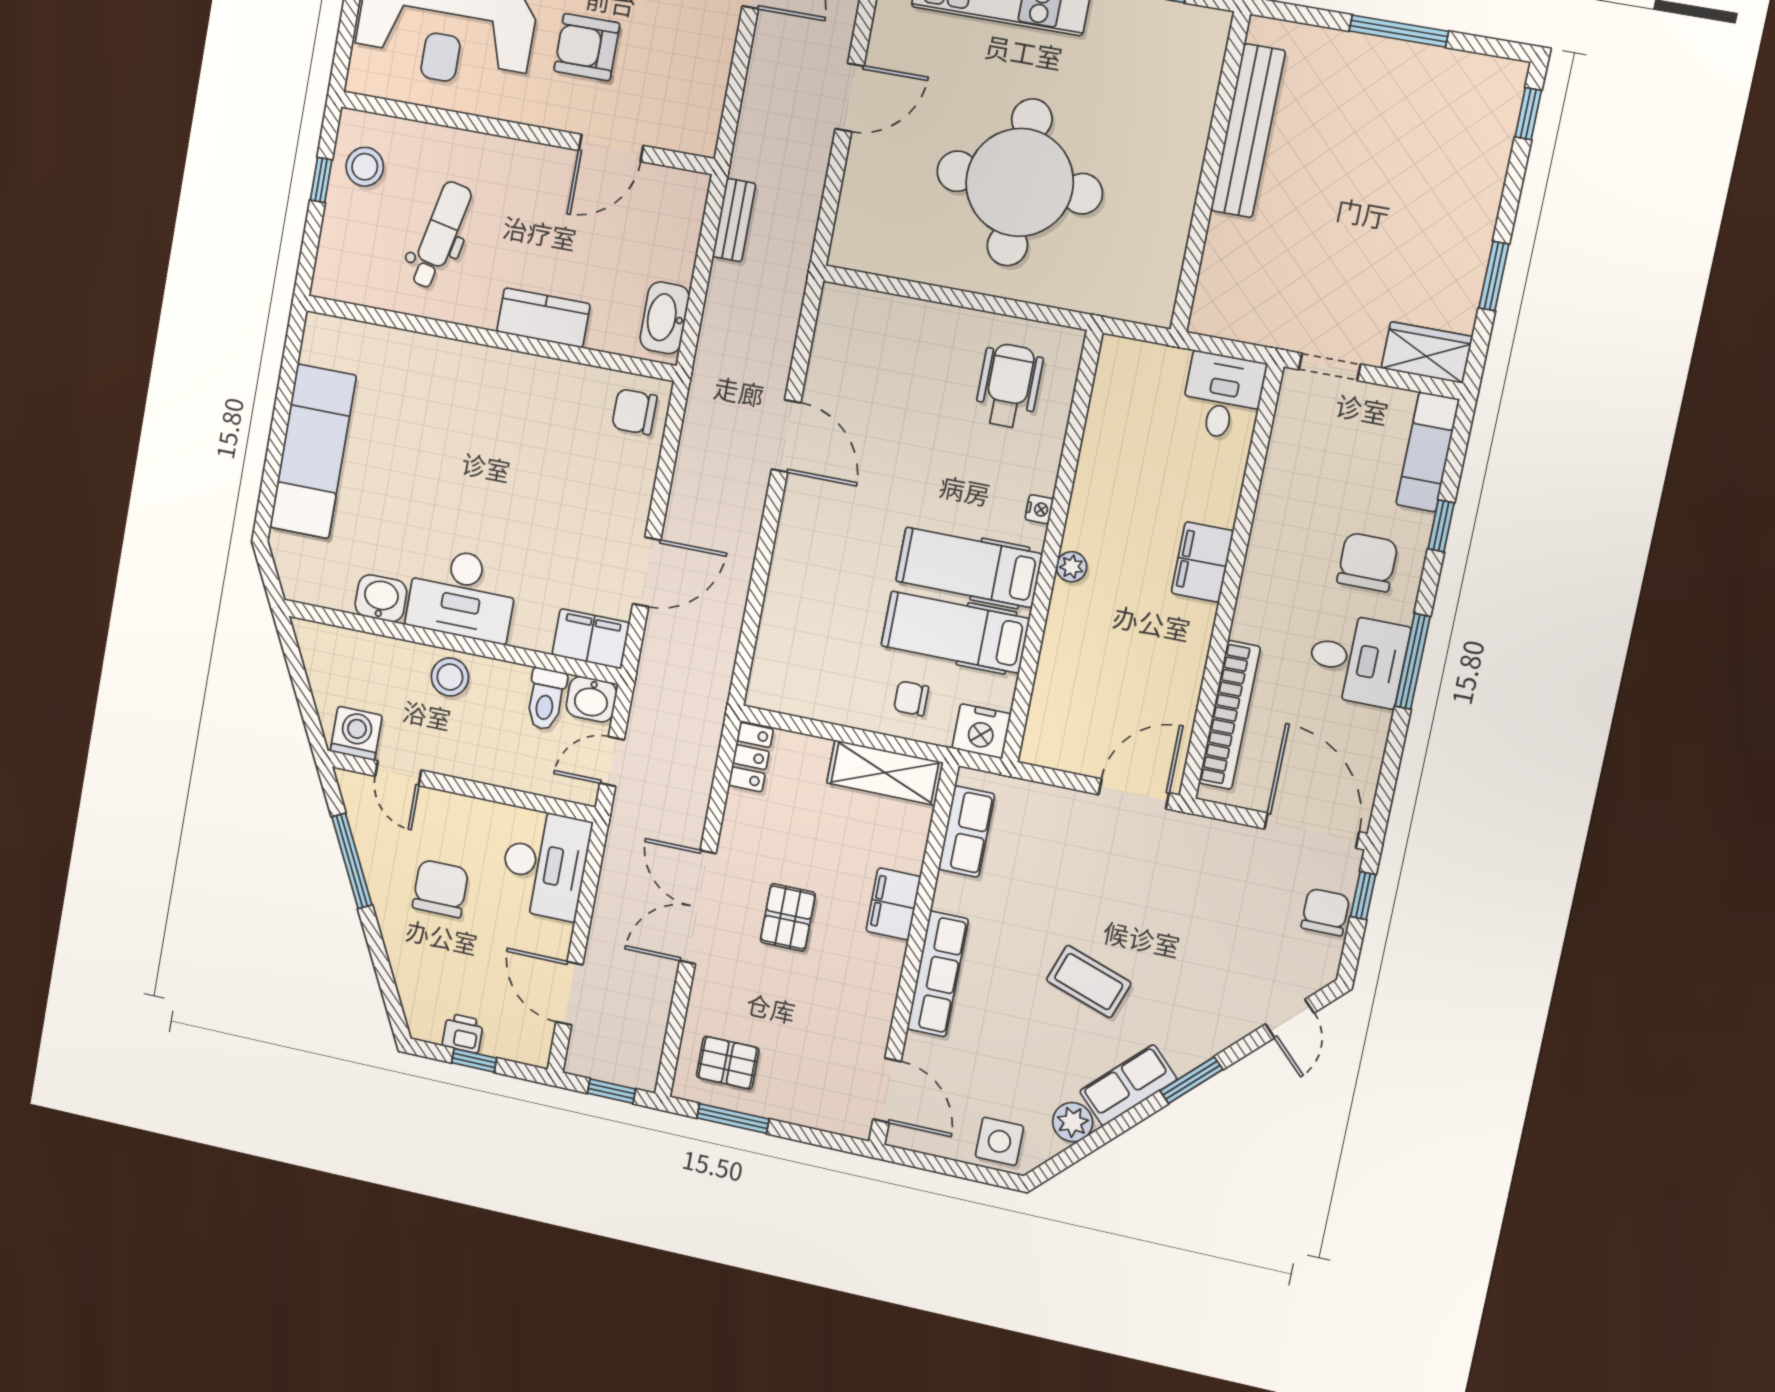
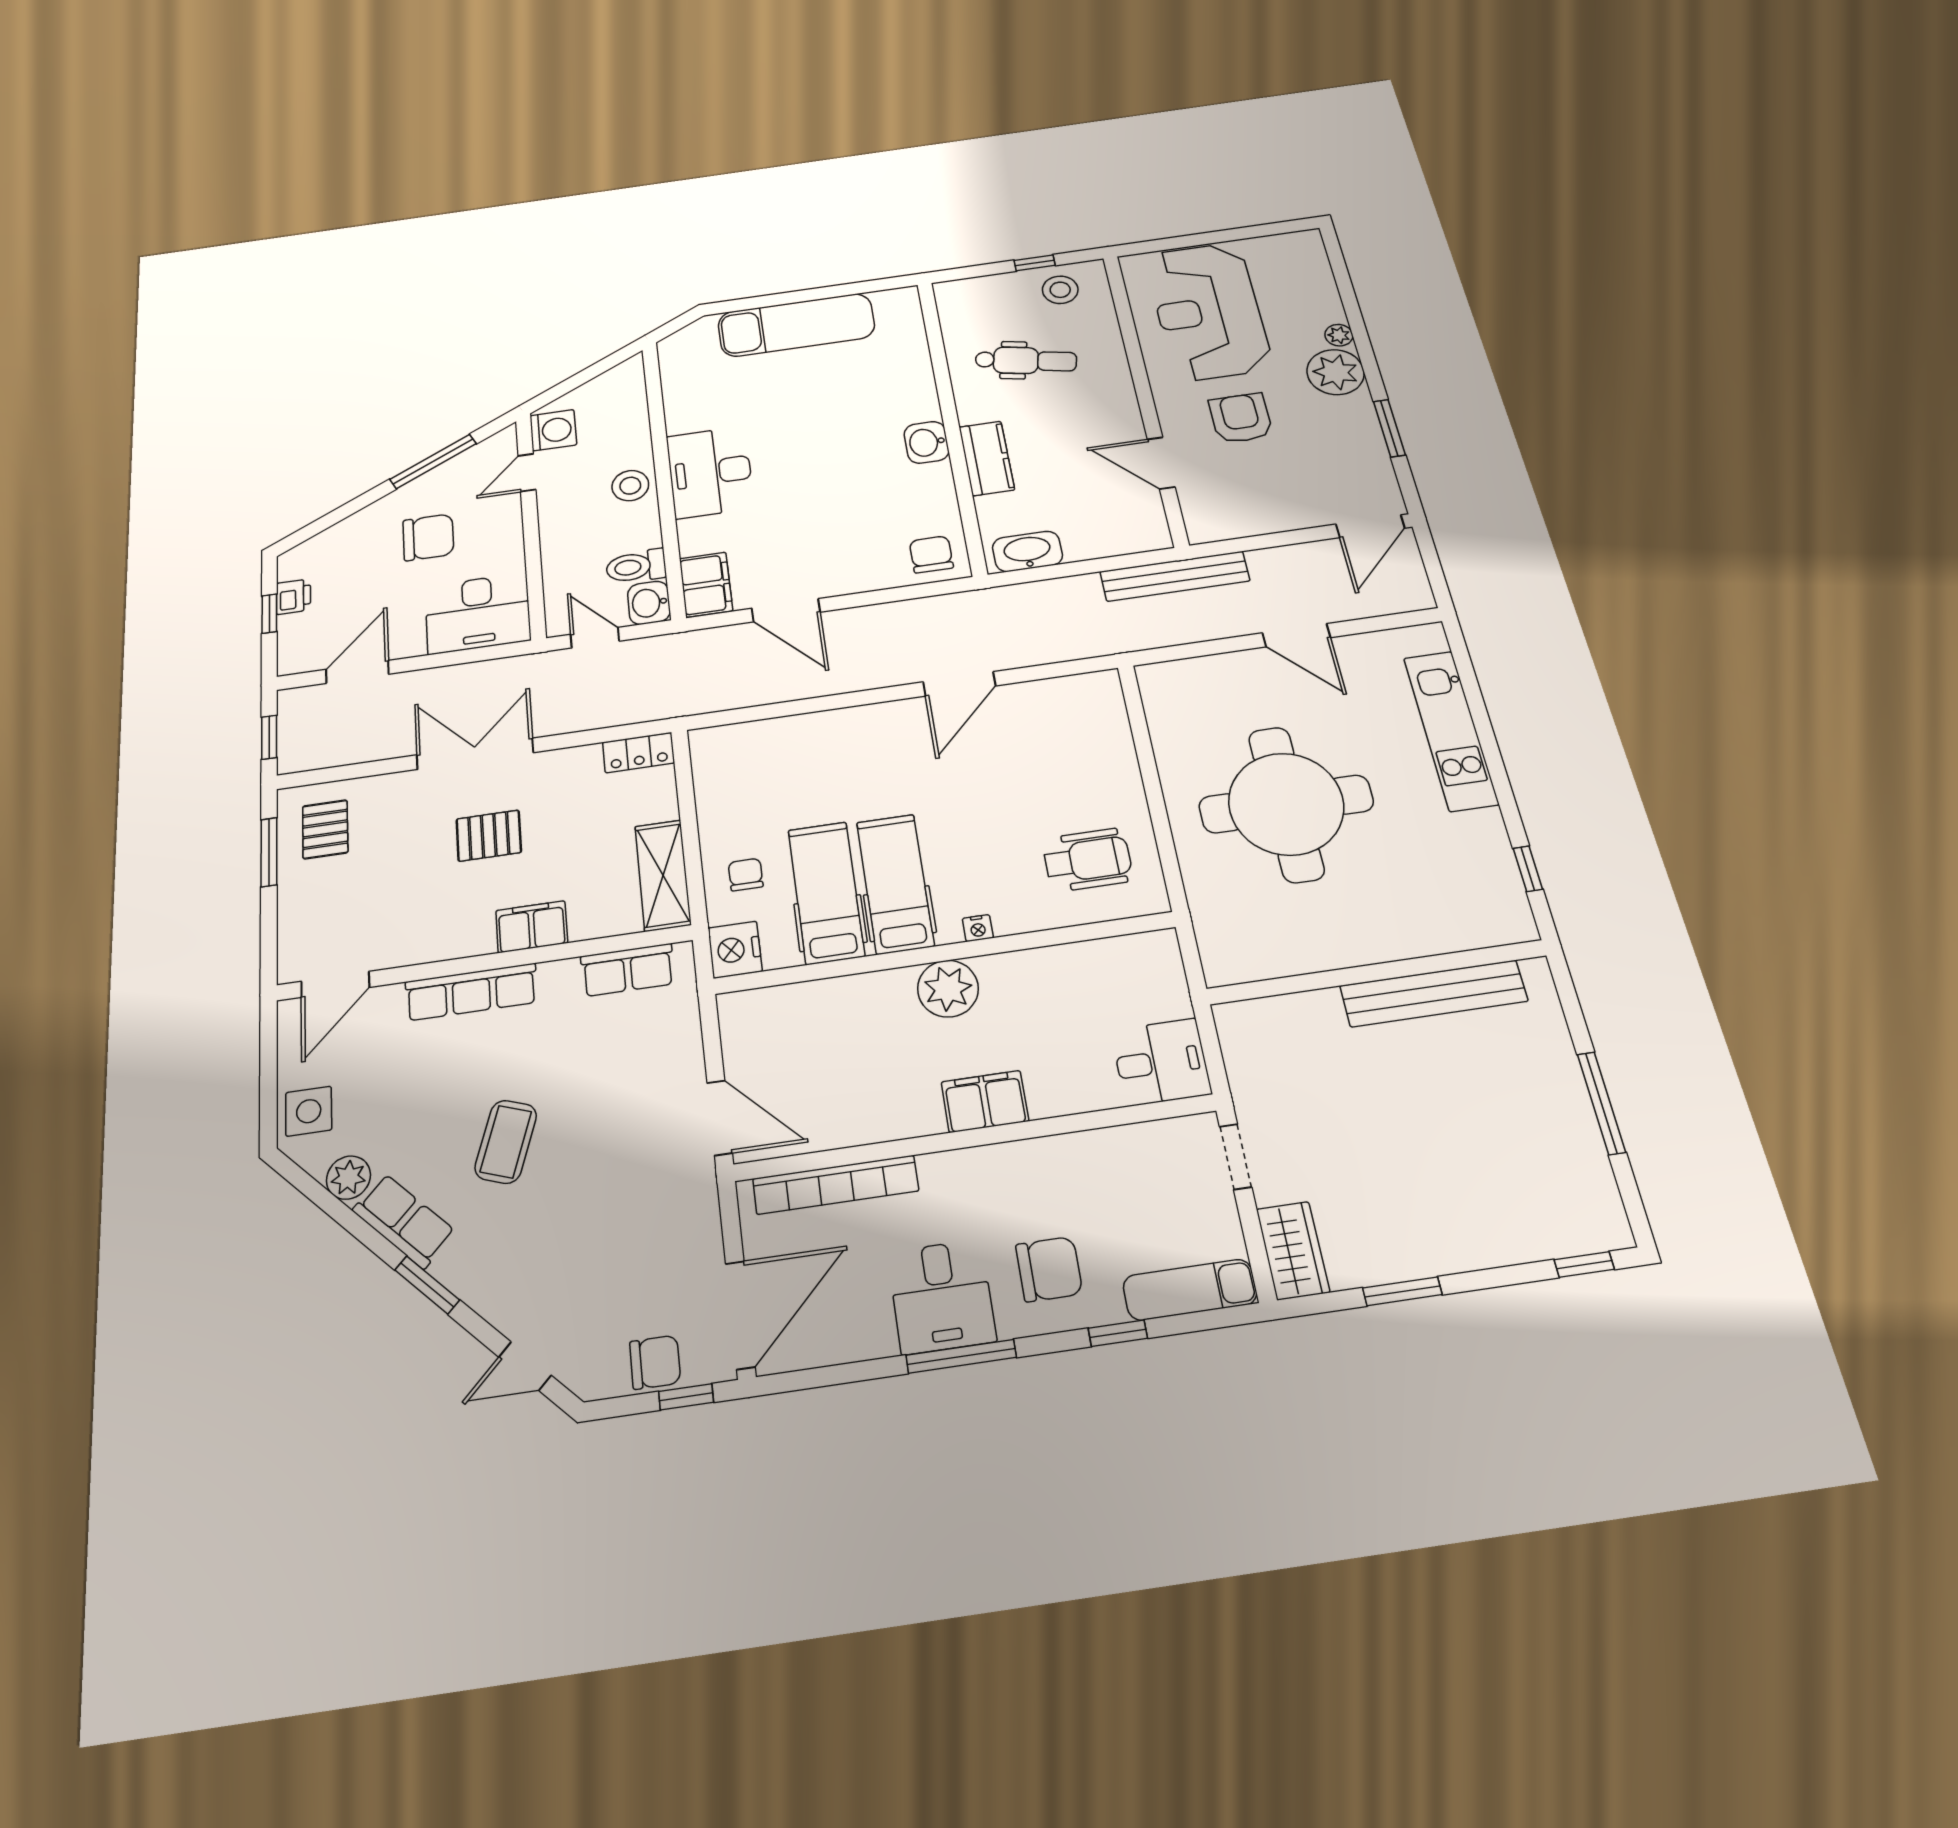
bench: (734, 220) -> (1175, 576), width x1.86, depth x1.21
plant: (1071, 567) -> (948, 989), width x1.88, depth x1.88
washbasin: (381, 598) -> (926, 442), moved, turned 180

